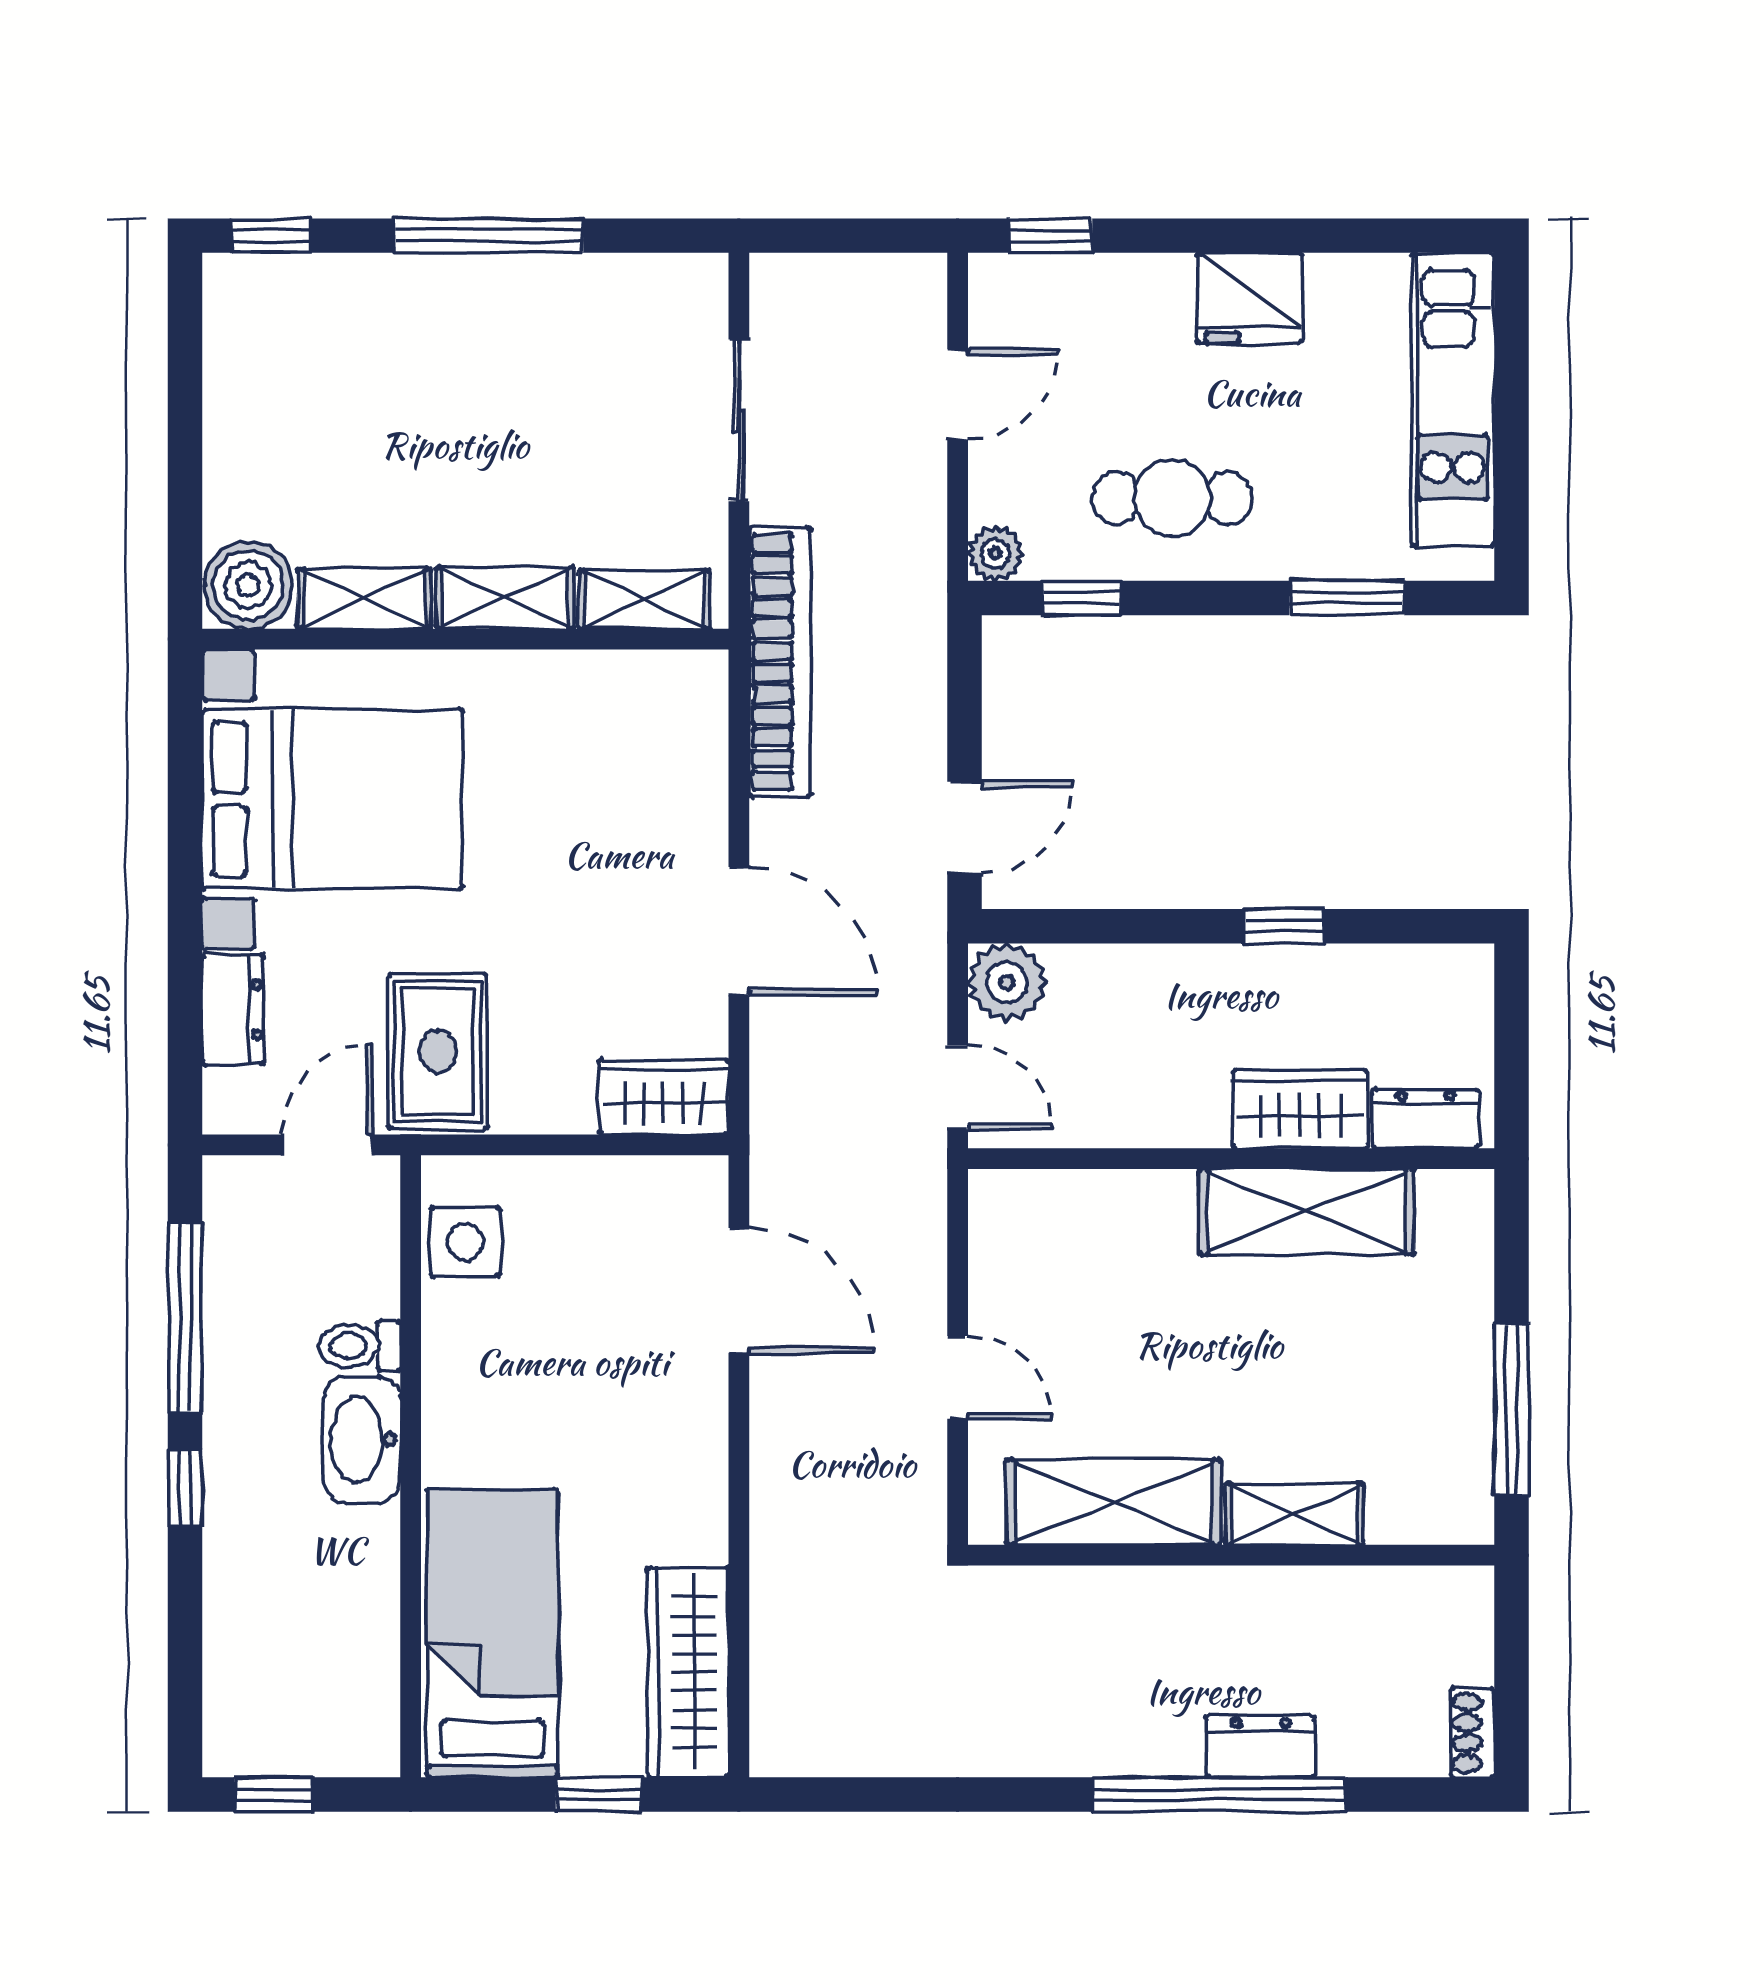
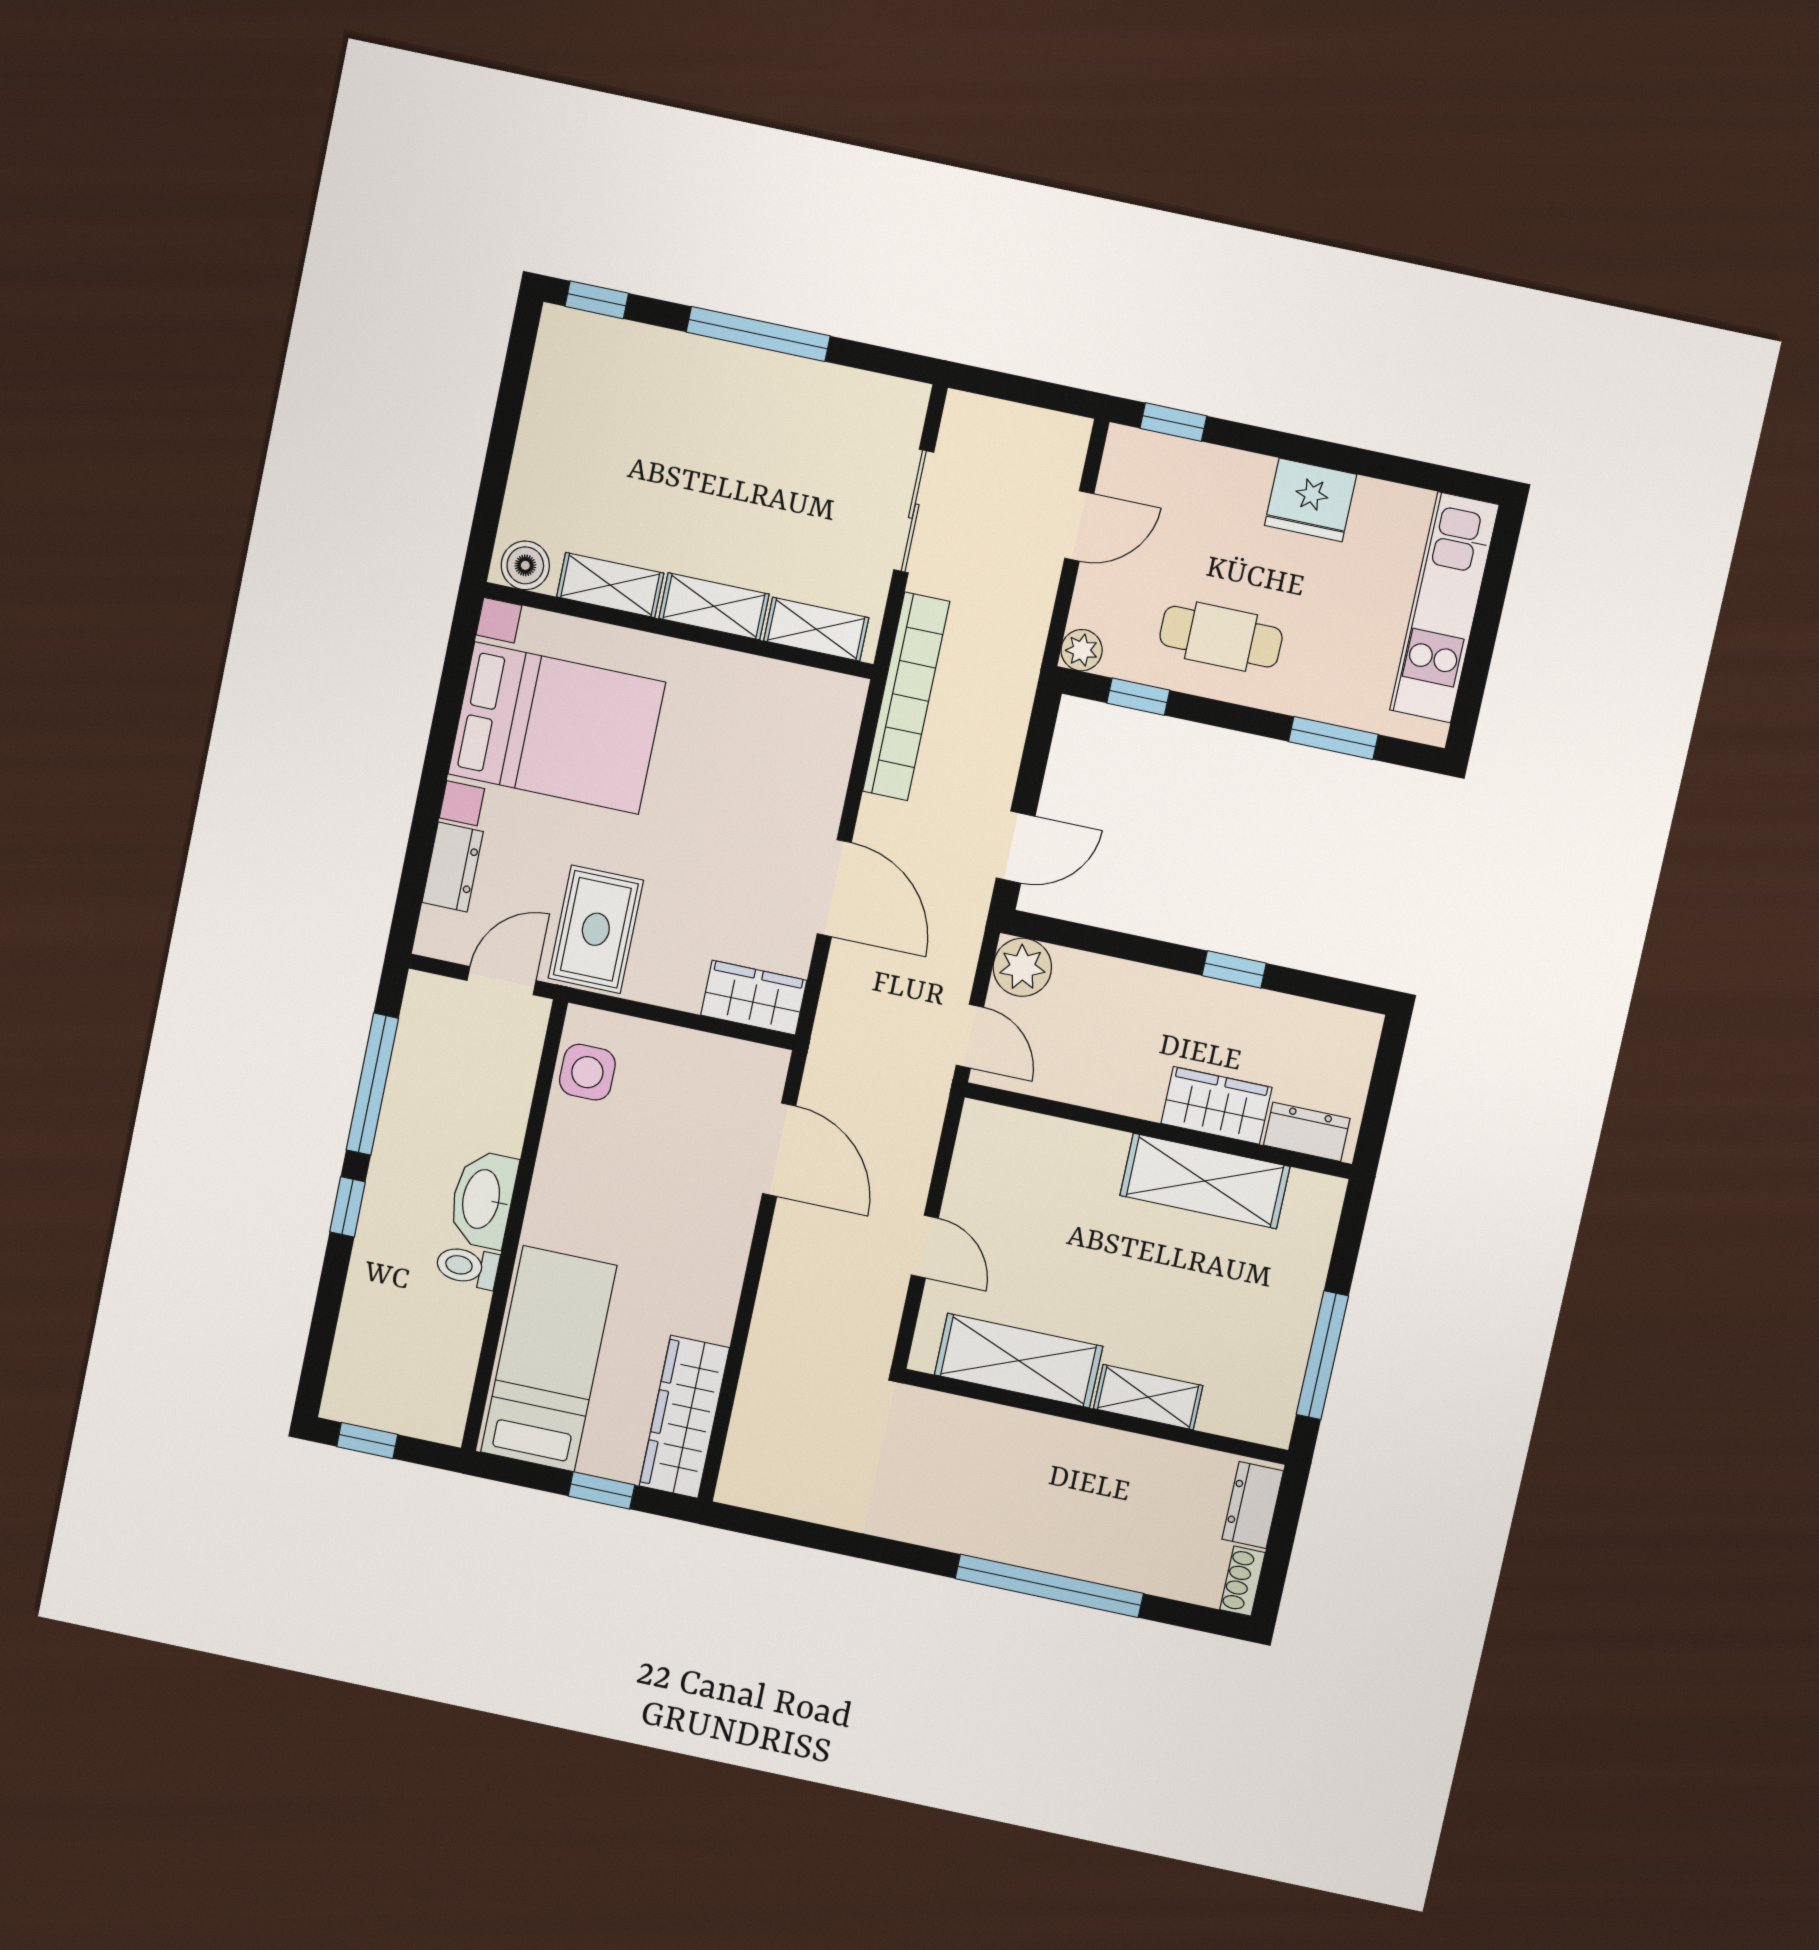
boiler: (248, 585) -> (525, 565), width x0.73, depth x0.73
toilet: (359, 1346) -> (467, 1267), moved
dresser: (1261, 1747) -> (1253, 1505), moved, turned -90

